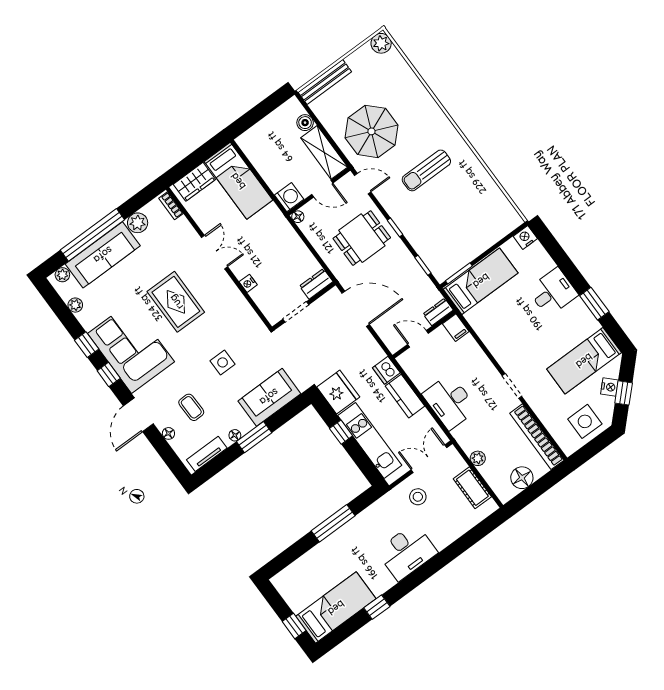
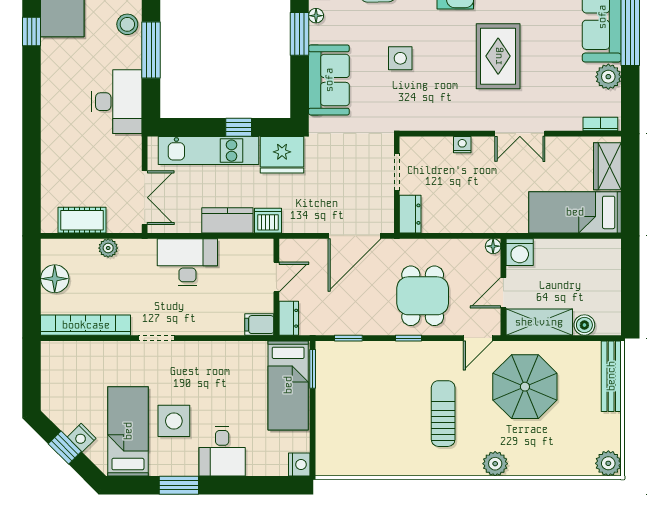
plant: (434, 114) -> (495, 464), added
rug: (176, 302) -> (498, 56), turned 90
side table: (585, 421) -> (174, 421), moved
stool: (418, 497) -> (127, 24), moved
desk: (407, 552) -> (117, 102), moved, turned 180

